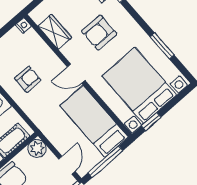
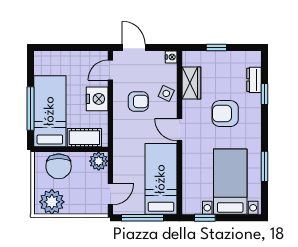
side table: (43, 55) -> (166, 93), added
bed with nightstands: (139, 85) -> (230, 182), width x0.73

